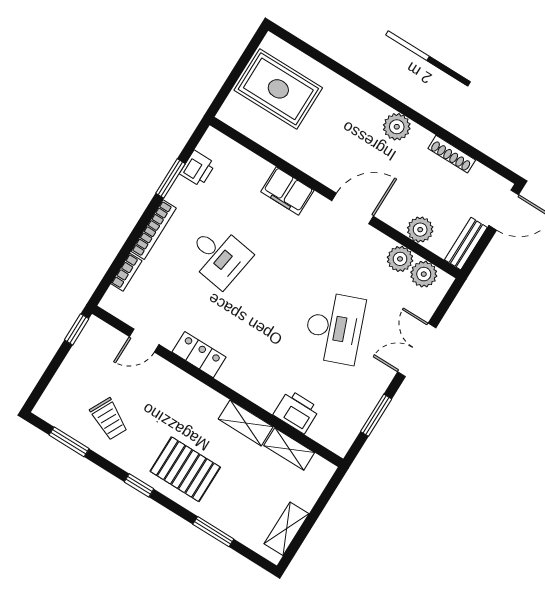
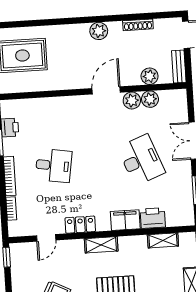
filing cabinet: (287, 191) -> (125, 220), moved, turned 180
plant: (424, 274) -> (132, 101), moved
shelving: (246, 423) -> (101, 245), moved

